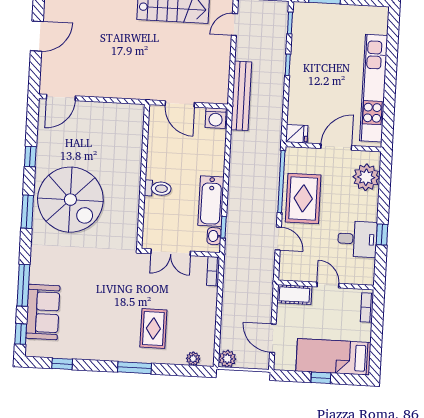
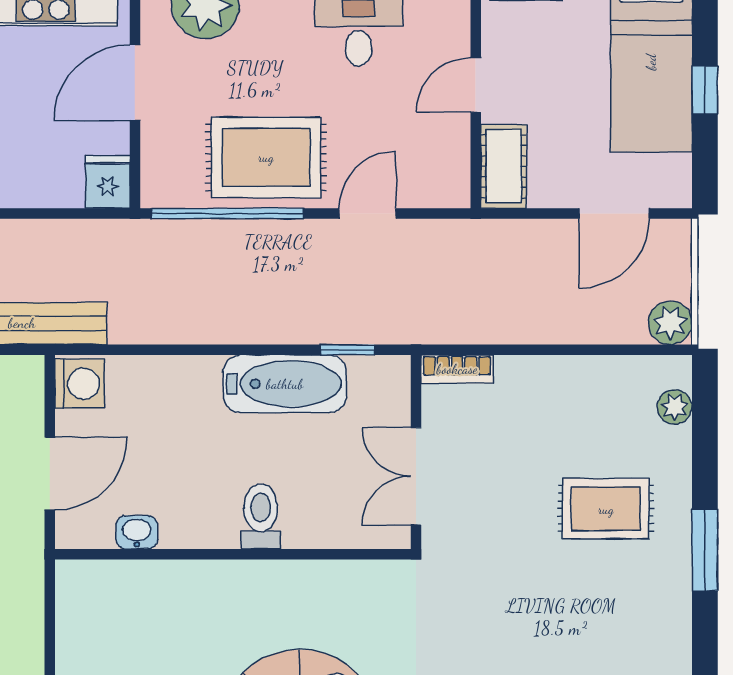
door: (336, 147) -> (135, 83), hinge flipped
washbasin: (214, 236) -> (137, 532), moved, turned 180
double door: (171, 252) -> (416, 476), swing flipped

